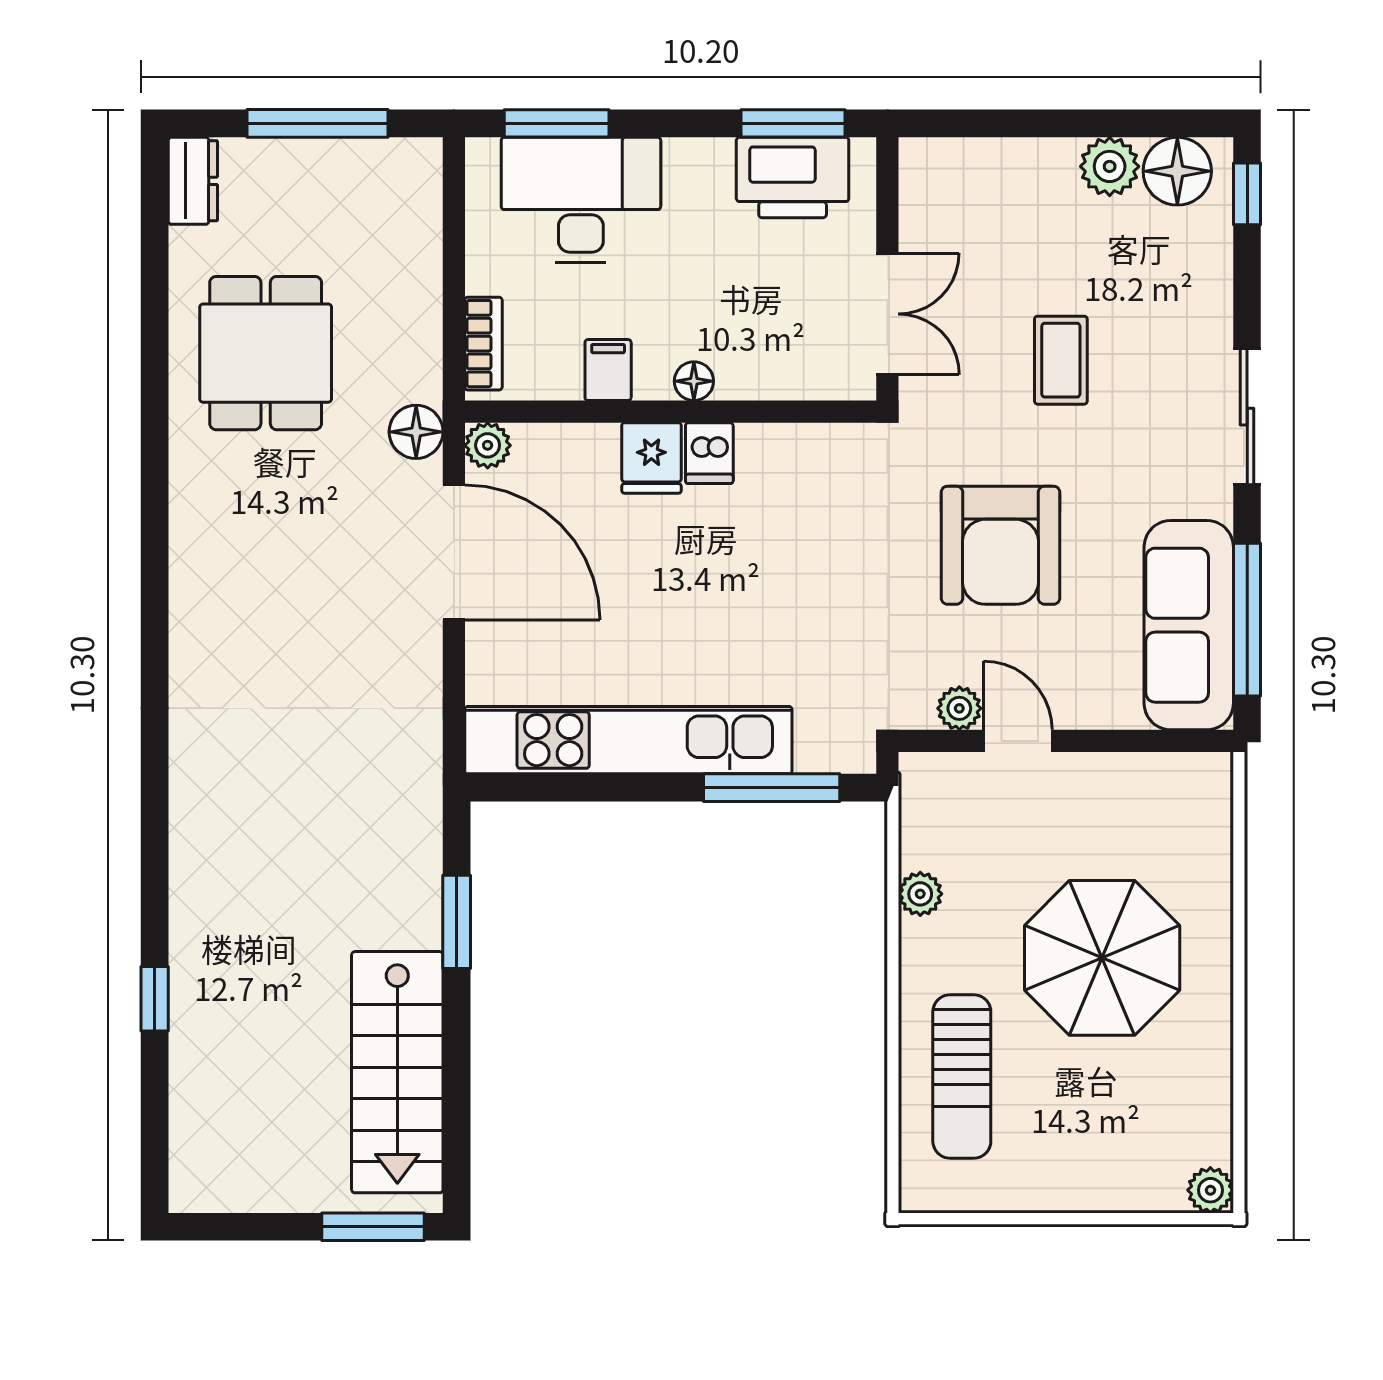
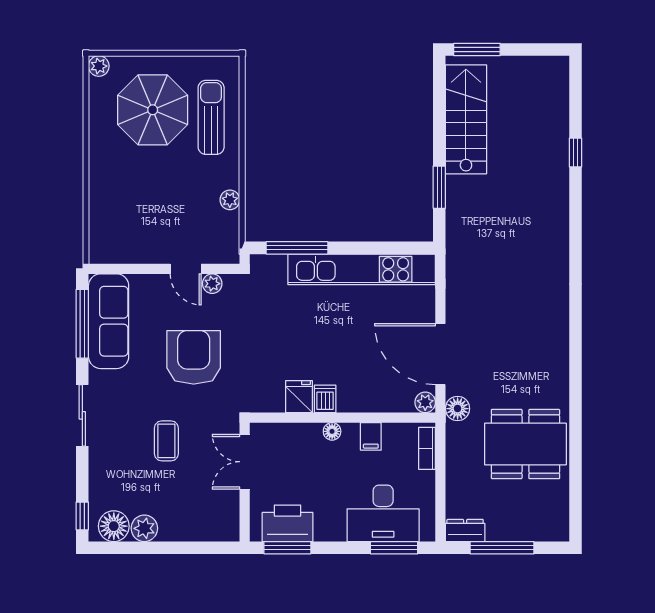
dresser: (193, 181) -> (465, 530), moved, turned 90
dining table: (266, 353) -> (525, 444), width x1.38
fridge: (651, 458) -> (299, 397), moved
parasol: (1102, 958) -> (153, 110), moved

